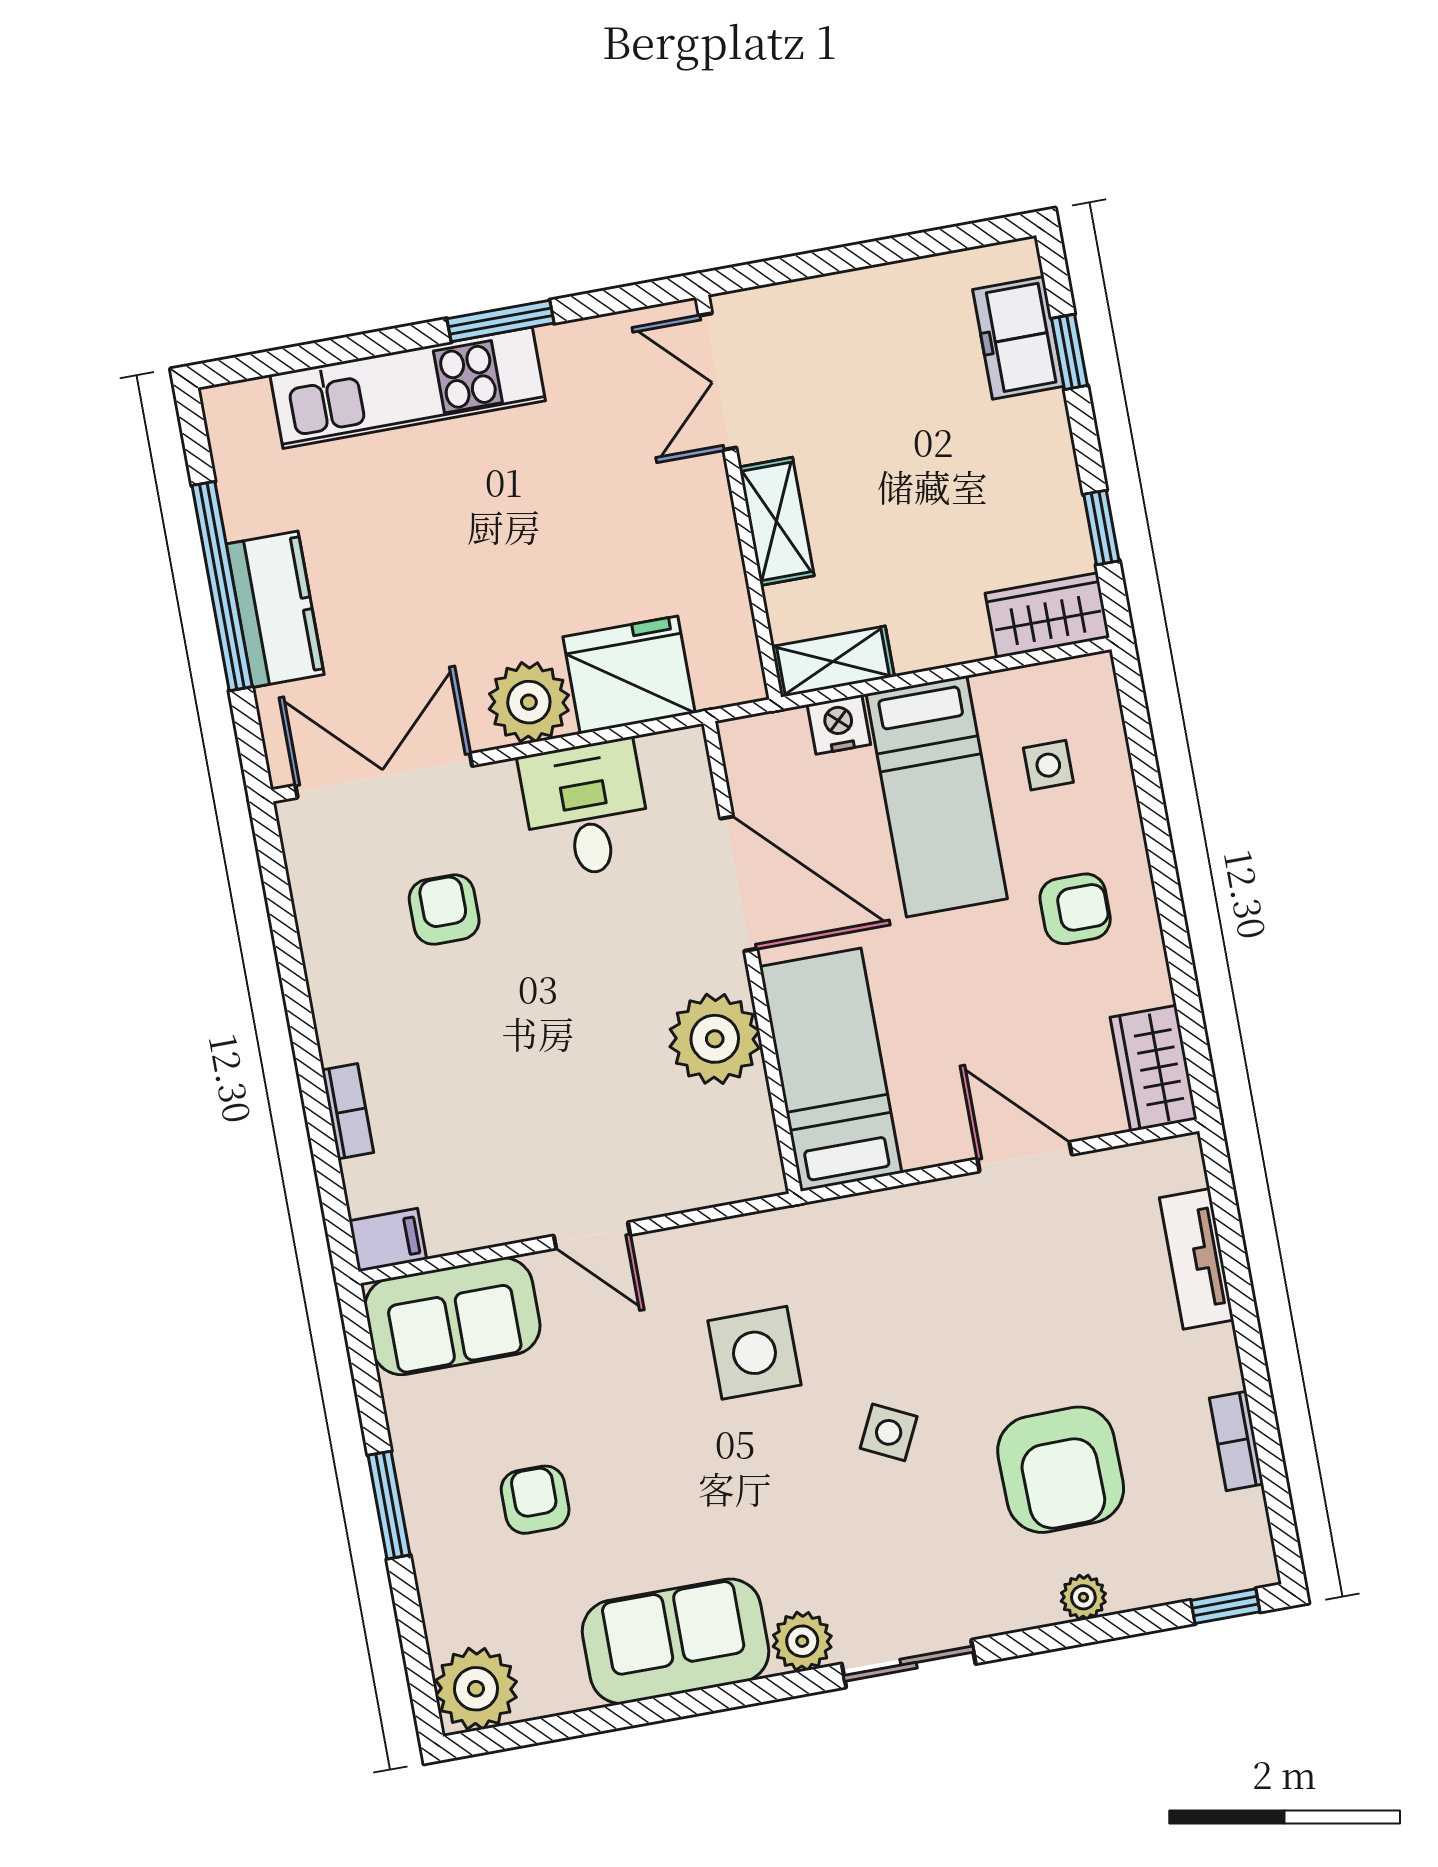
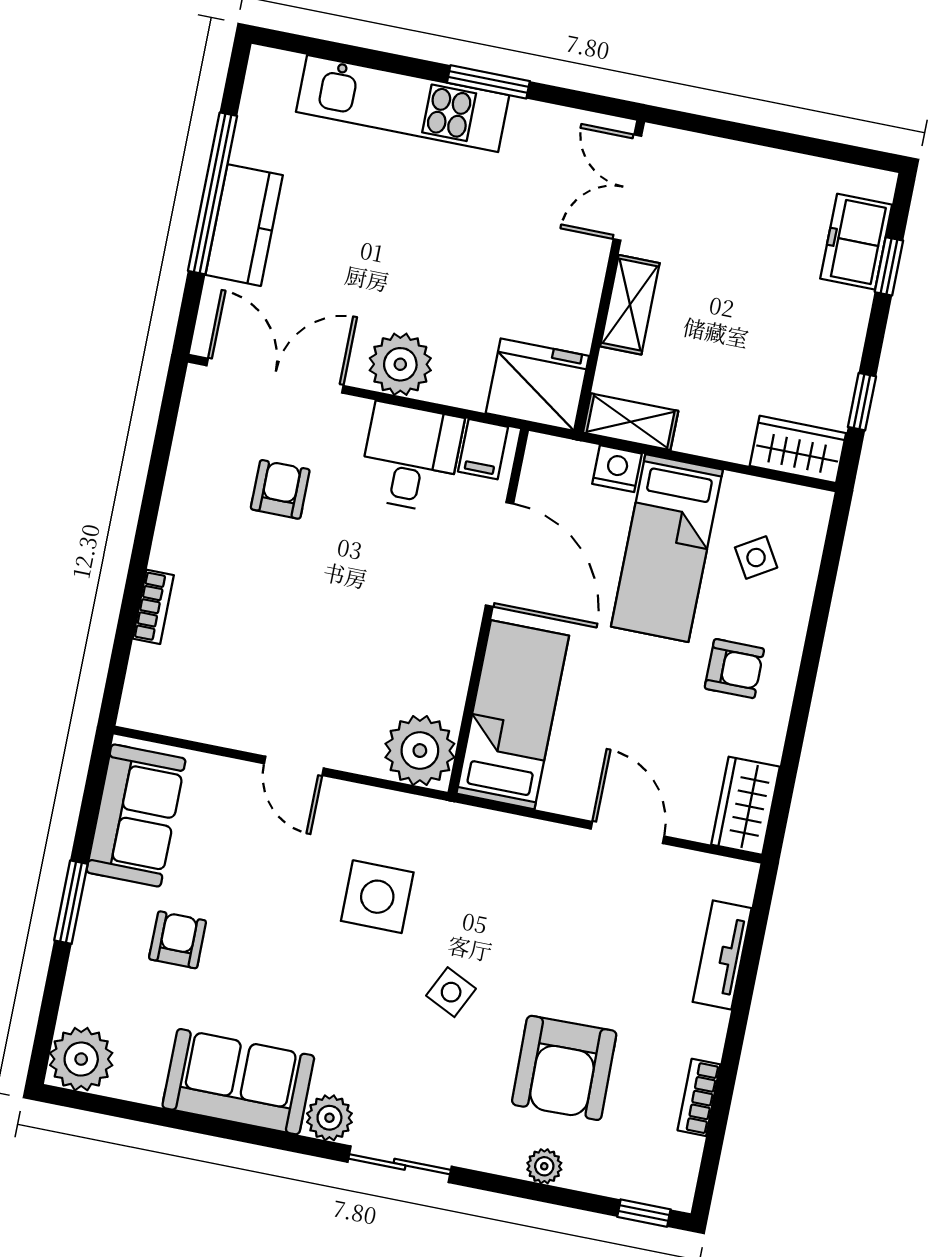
fridge: (629, 675) -> (537, 385), moved
side table: (1048, 765) -> (756, 558), turned -31
plant: (715, 1039) -> (420, 751), moved
filing cabinet: (388, 1240) -> (483, 449), moved, turned 90
sofa: (453, 1316) -> (136, 815), moved, turned -90

